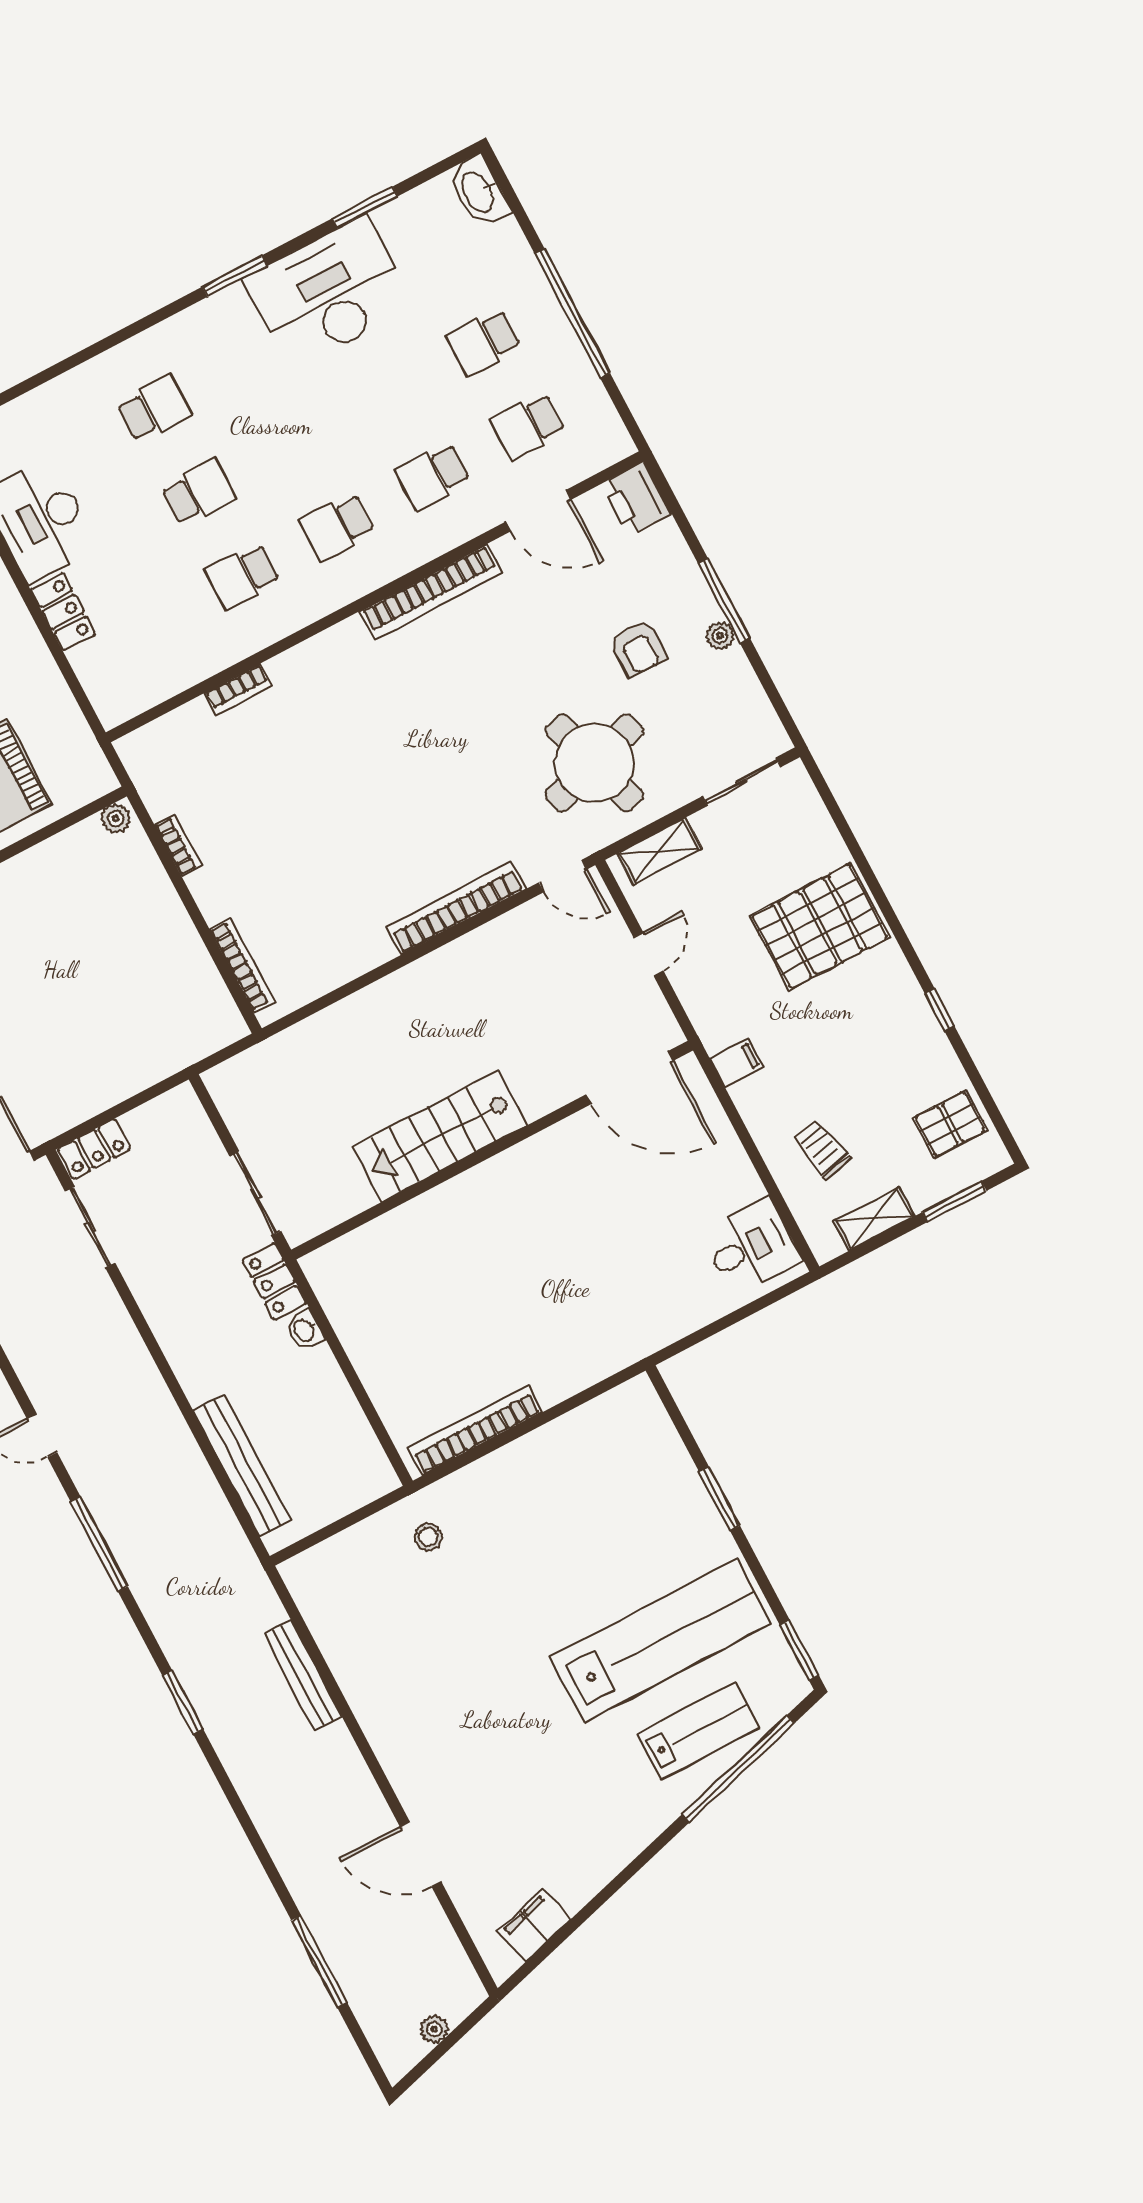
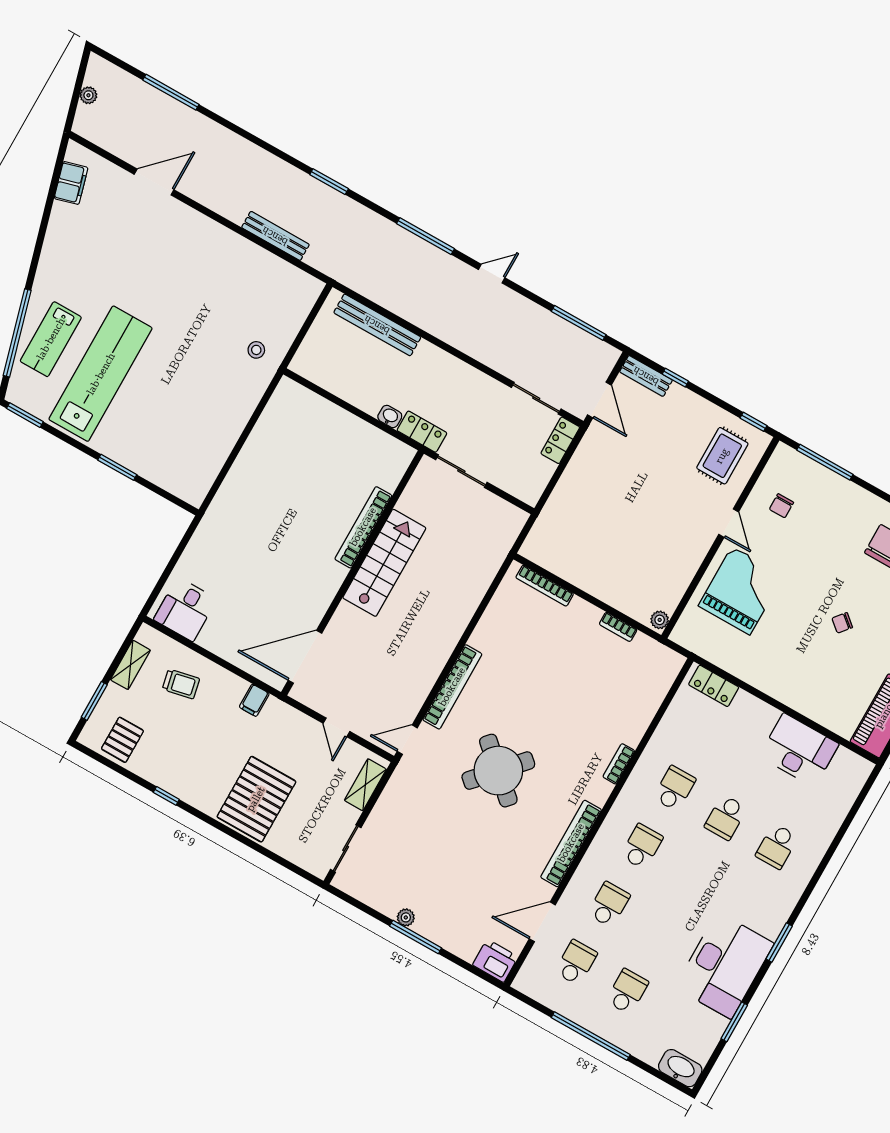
locker: (63, 612) -> (714, 686), moved
armchair: (638, 648) -> (444, 883), removed
bookcase: (238, 689) -> (619, 764), moved
round table: (594, 763) -> (498, 771), moved, turned -31
bookcase: (475, 1430) -> (363, 527), moved, turned 180
lab bench: (661, 1641) -> (101, 374), turned 180

